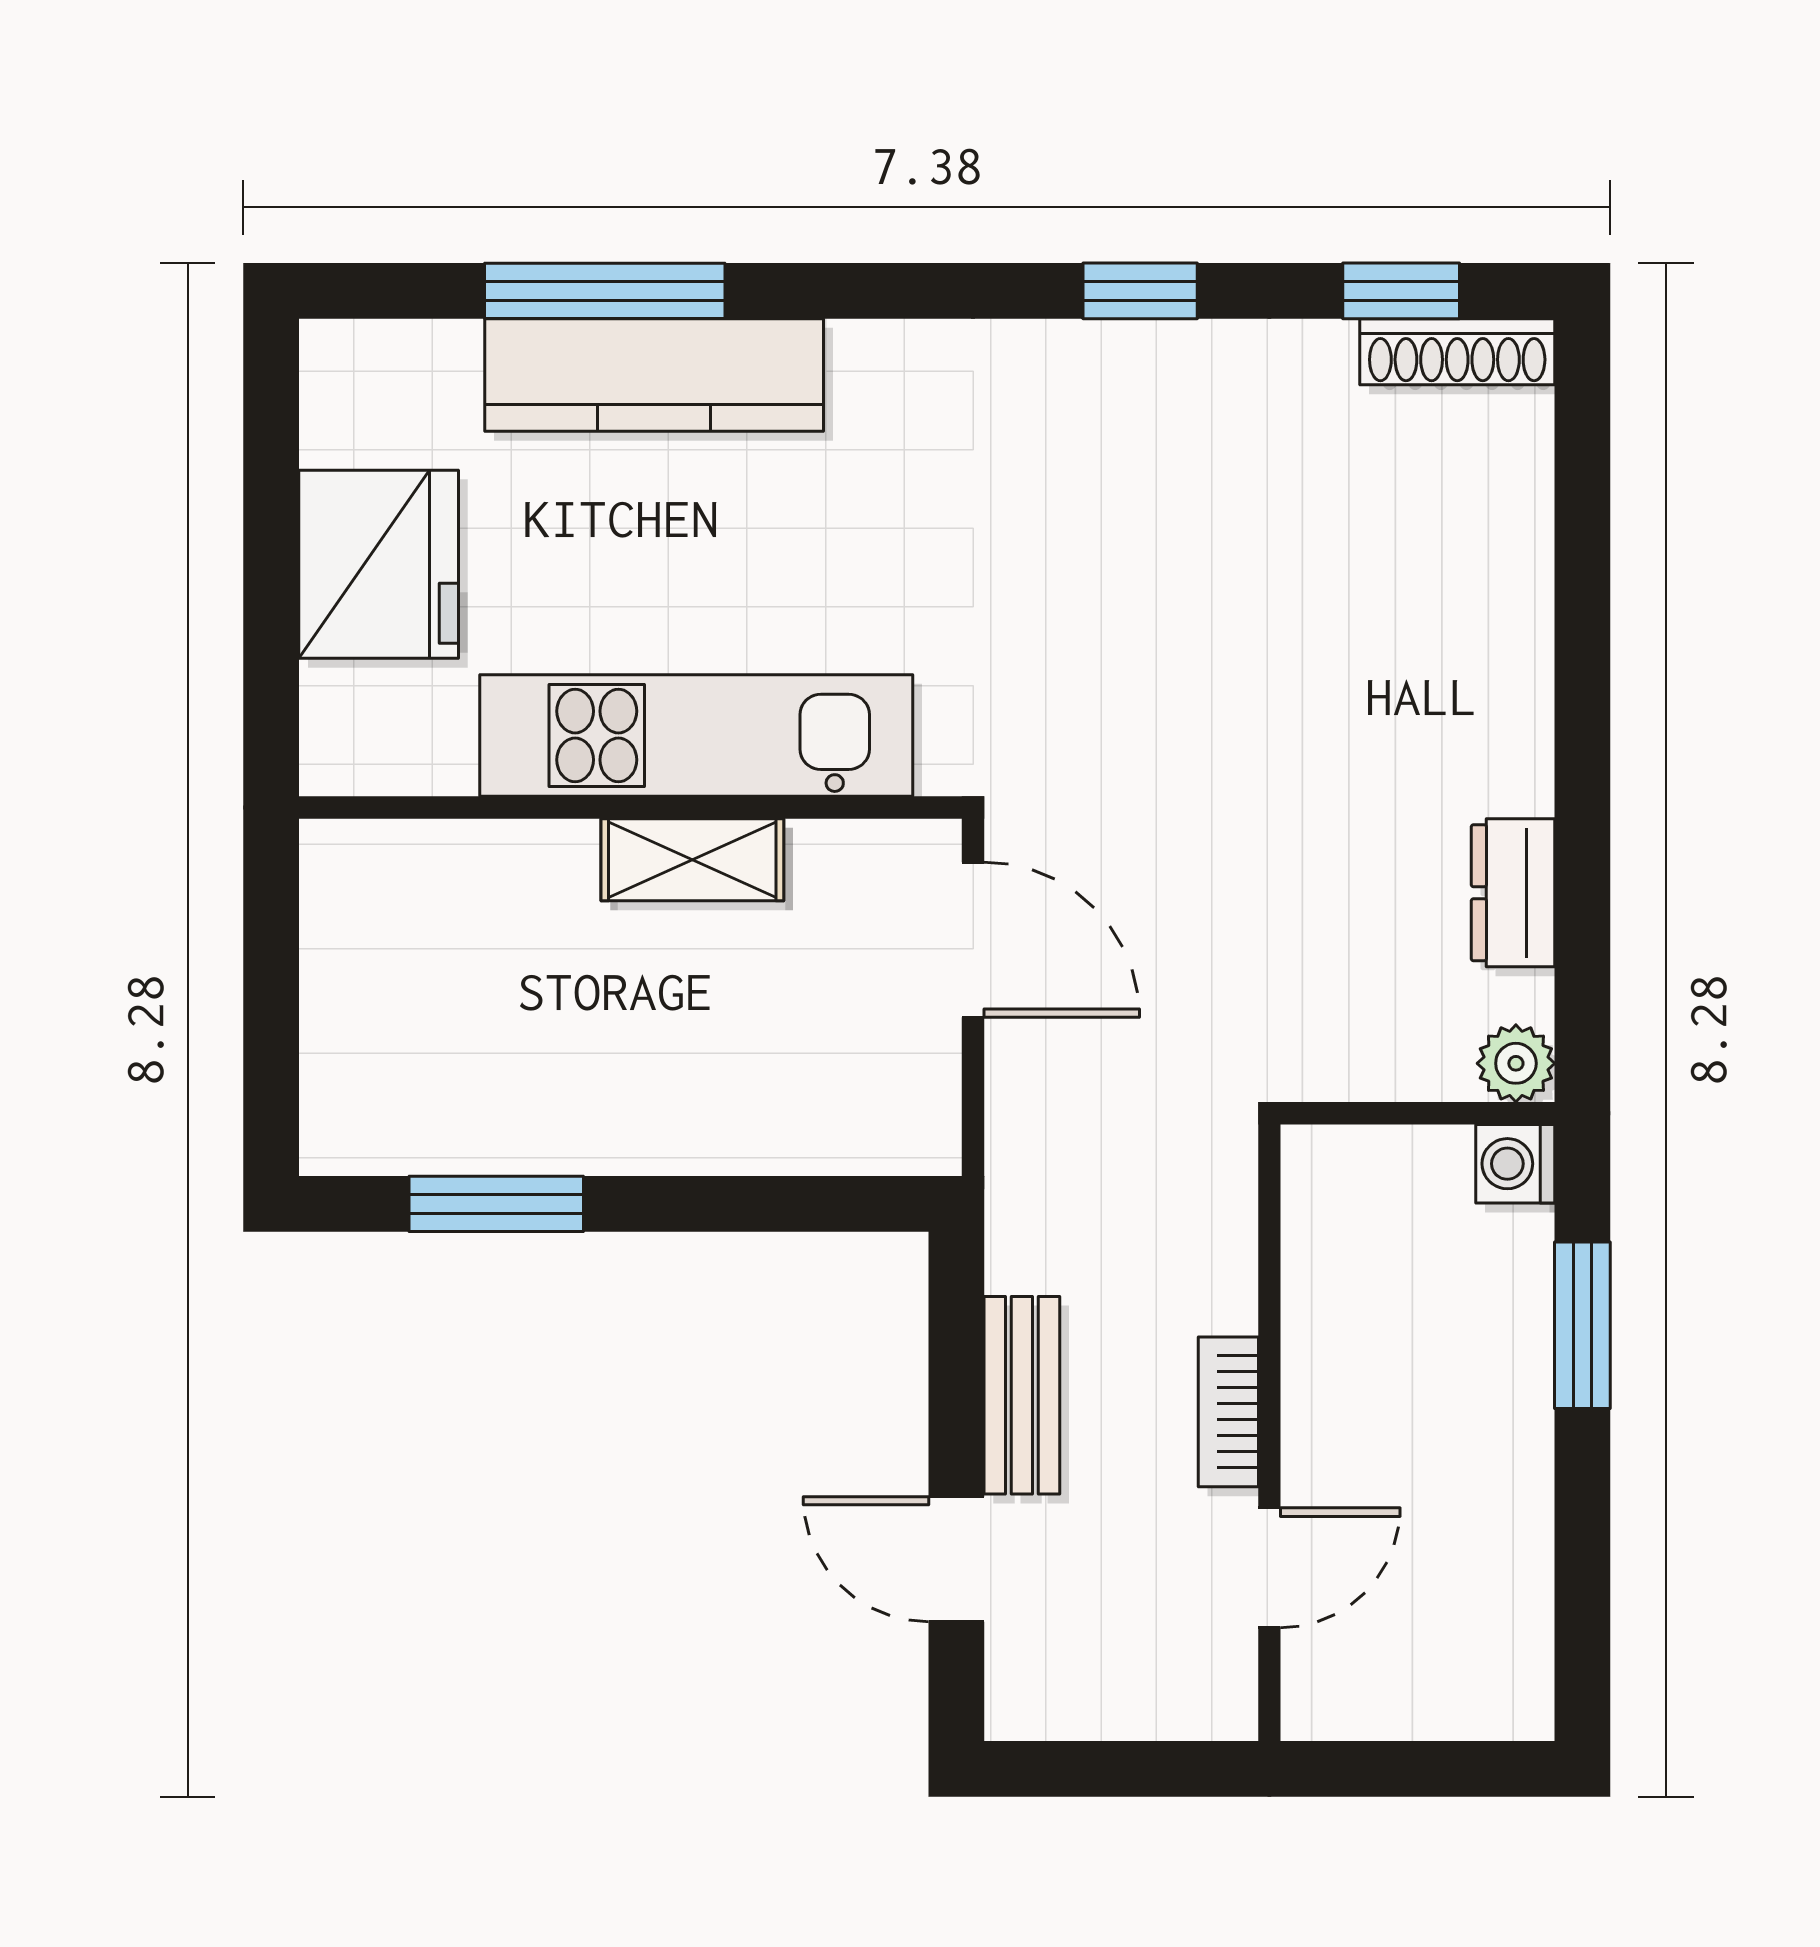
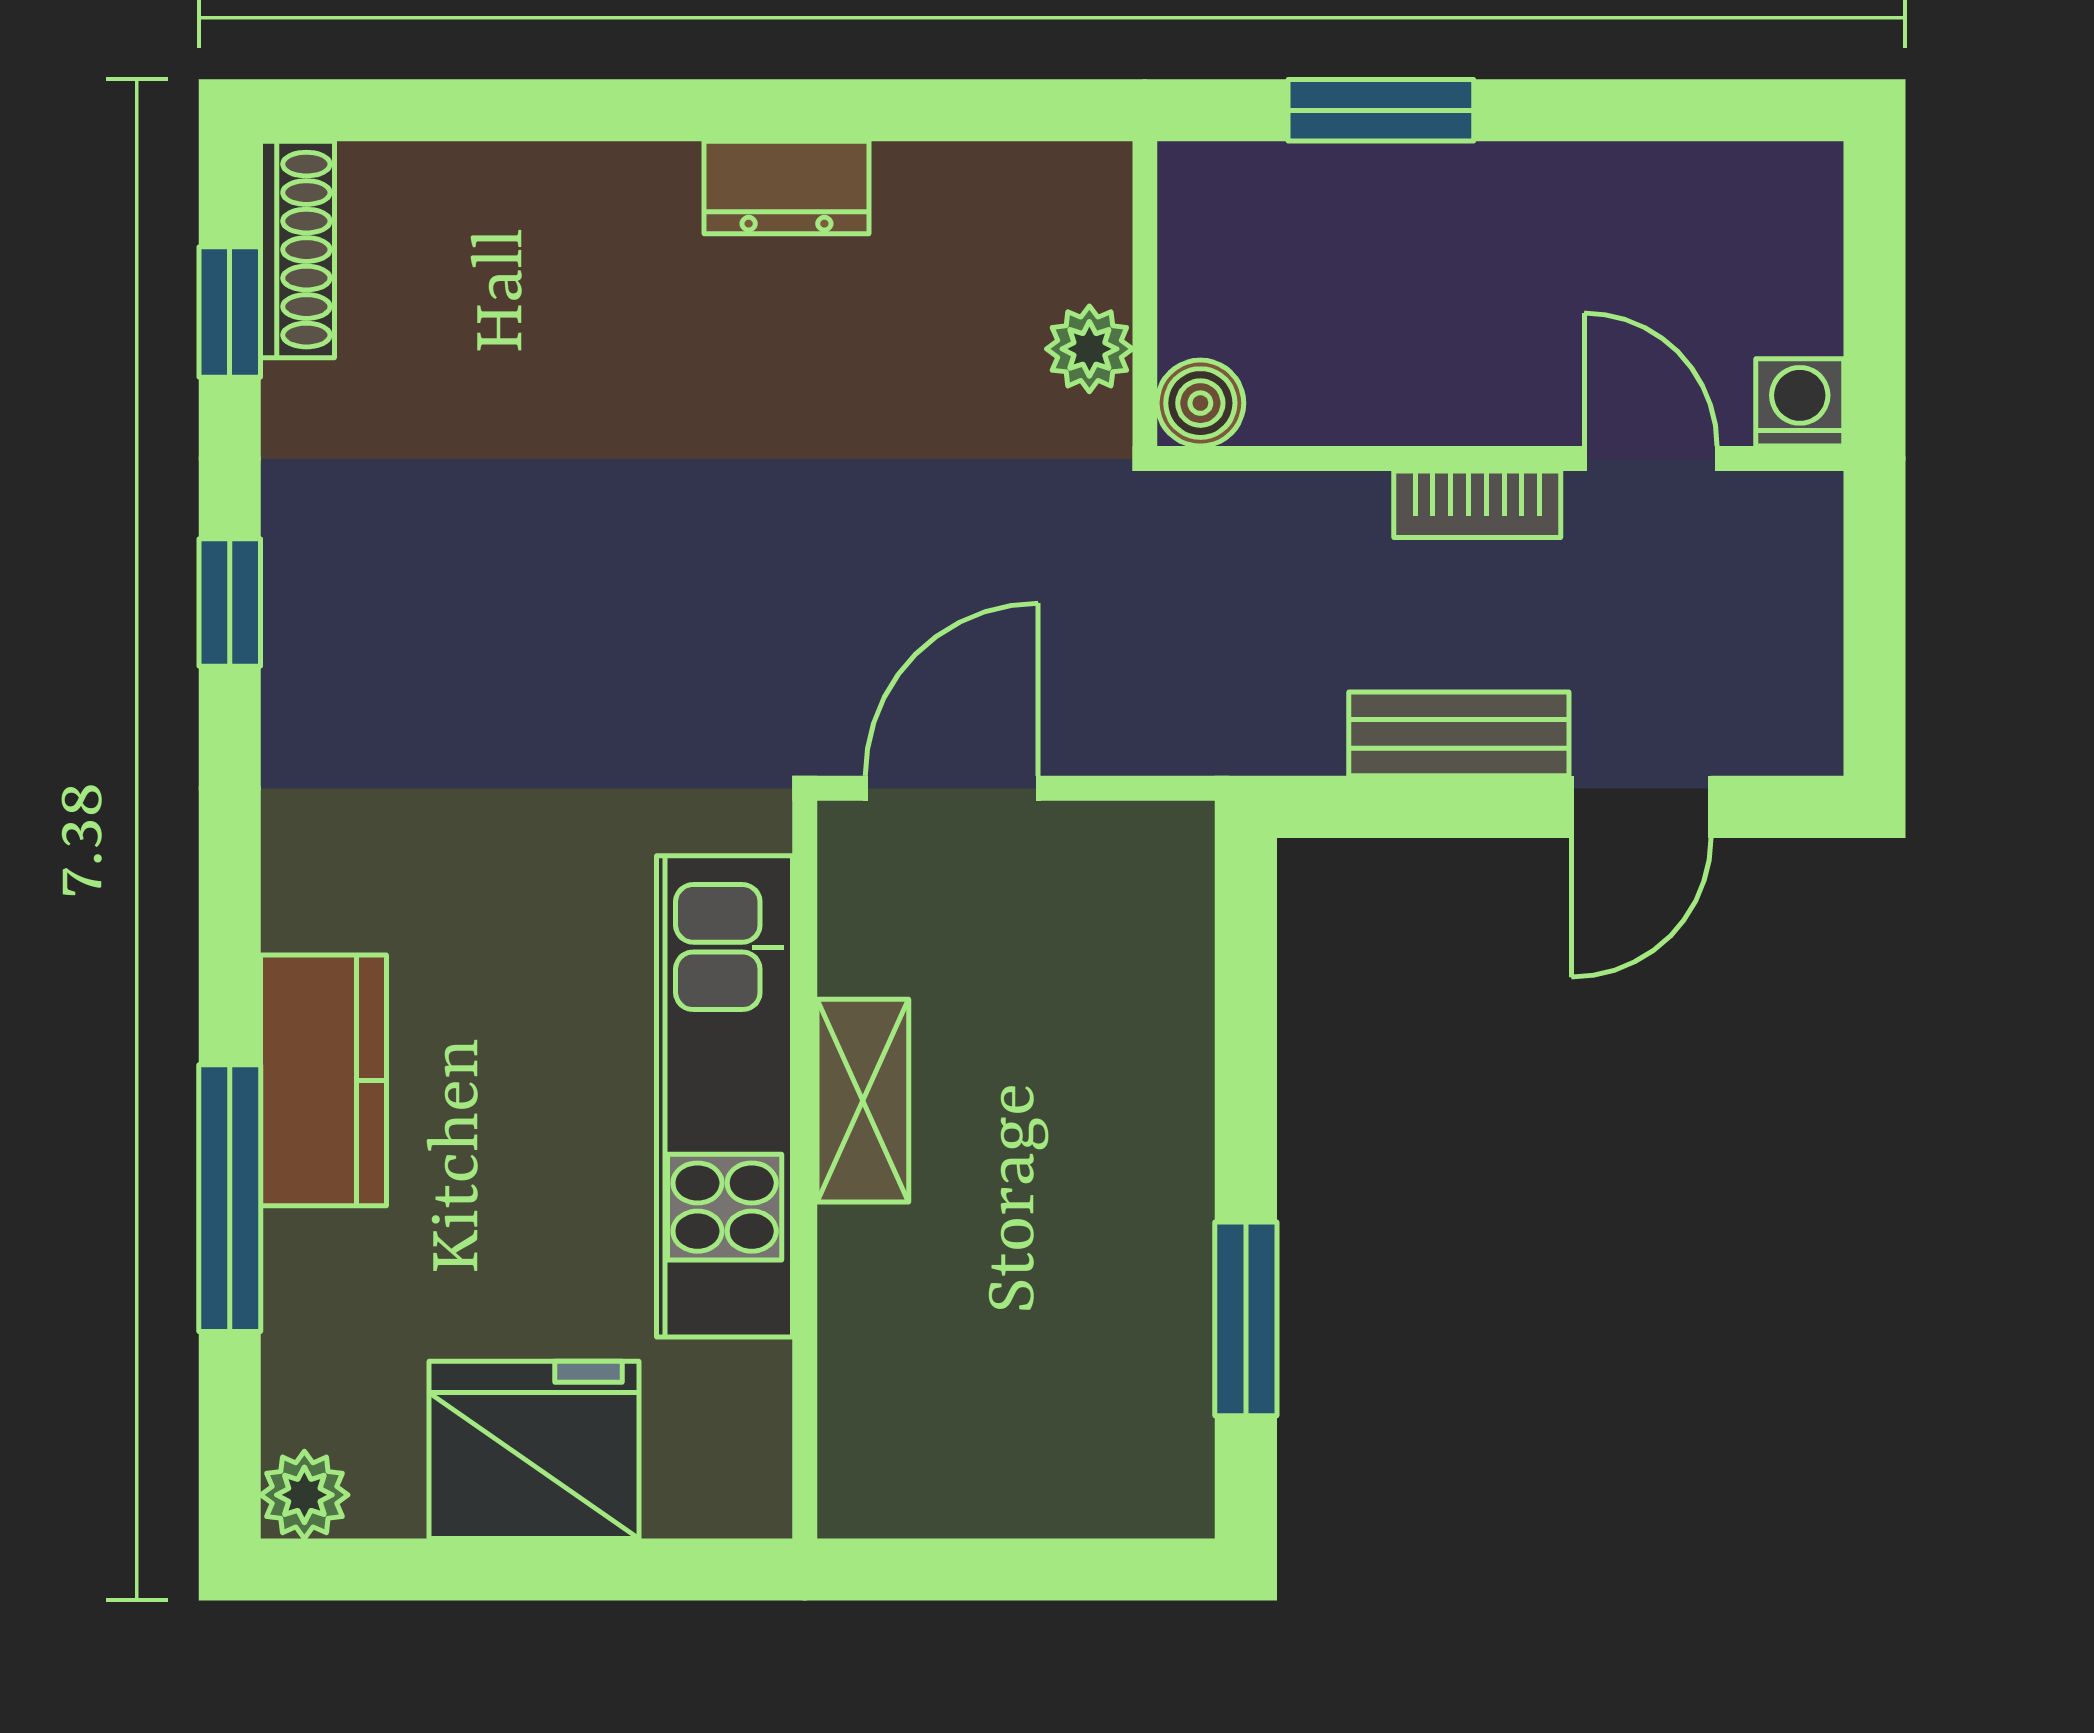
plant: (338, 358) -> (304, 1495), added
kitchen counter: (654, 375) -> (323, 1080), width x0.67
dresser: (1513, 893) -> (786, 188), moved
plant: (1516, 1063) -> (1089, 349), moved
boiler: (1319, 1163) -> (1200, 403), added
washing machine: (1515, 1164) -> (1800, 402), moved, turned 180

